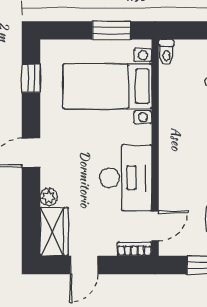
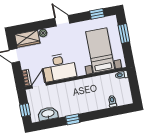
window: (111, 30) -> (124, 33), moved
door: (155, 226) -> (39, 85), swing flipped

